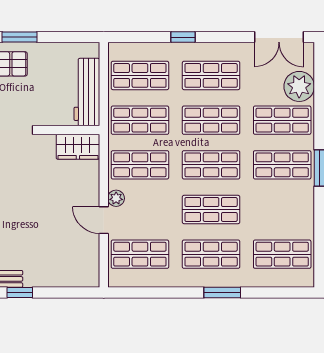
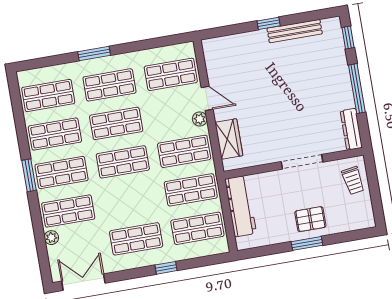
plant: (299, 86) -> (51, 238), width x0.53, depth x0.53
shop shelf: (211, 120) -> (55, 134), moved
wardrobe: (78, 147) -> (229, 139), moved, turned 90

